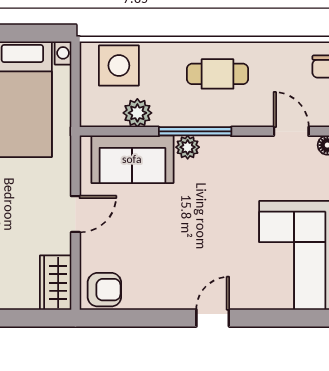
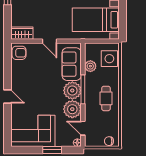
door: (291, 131) -> (83, 128), swing flipped
plant: (188, 147) -> (72, 90), width x1.87, depth x1.87
plant: (244, 157) -> (72, 109), added
armchair: (104, 290) -> (19, 53), turned -90

